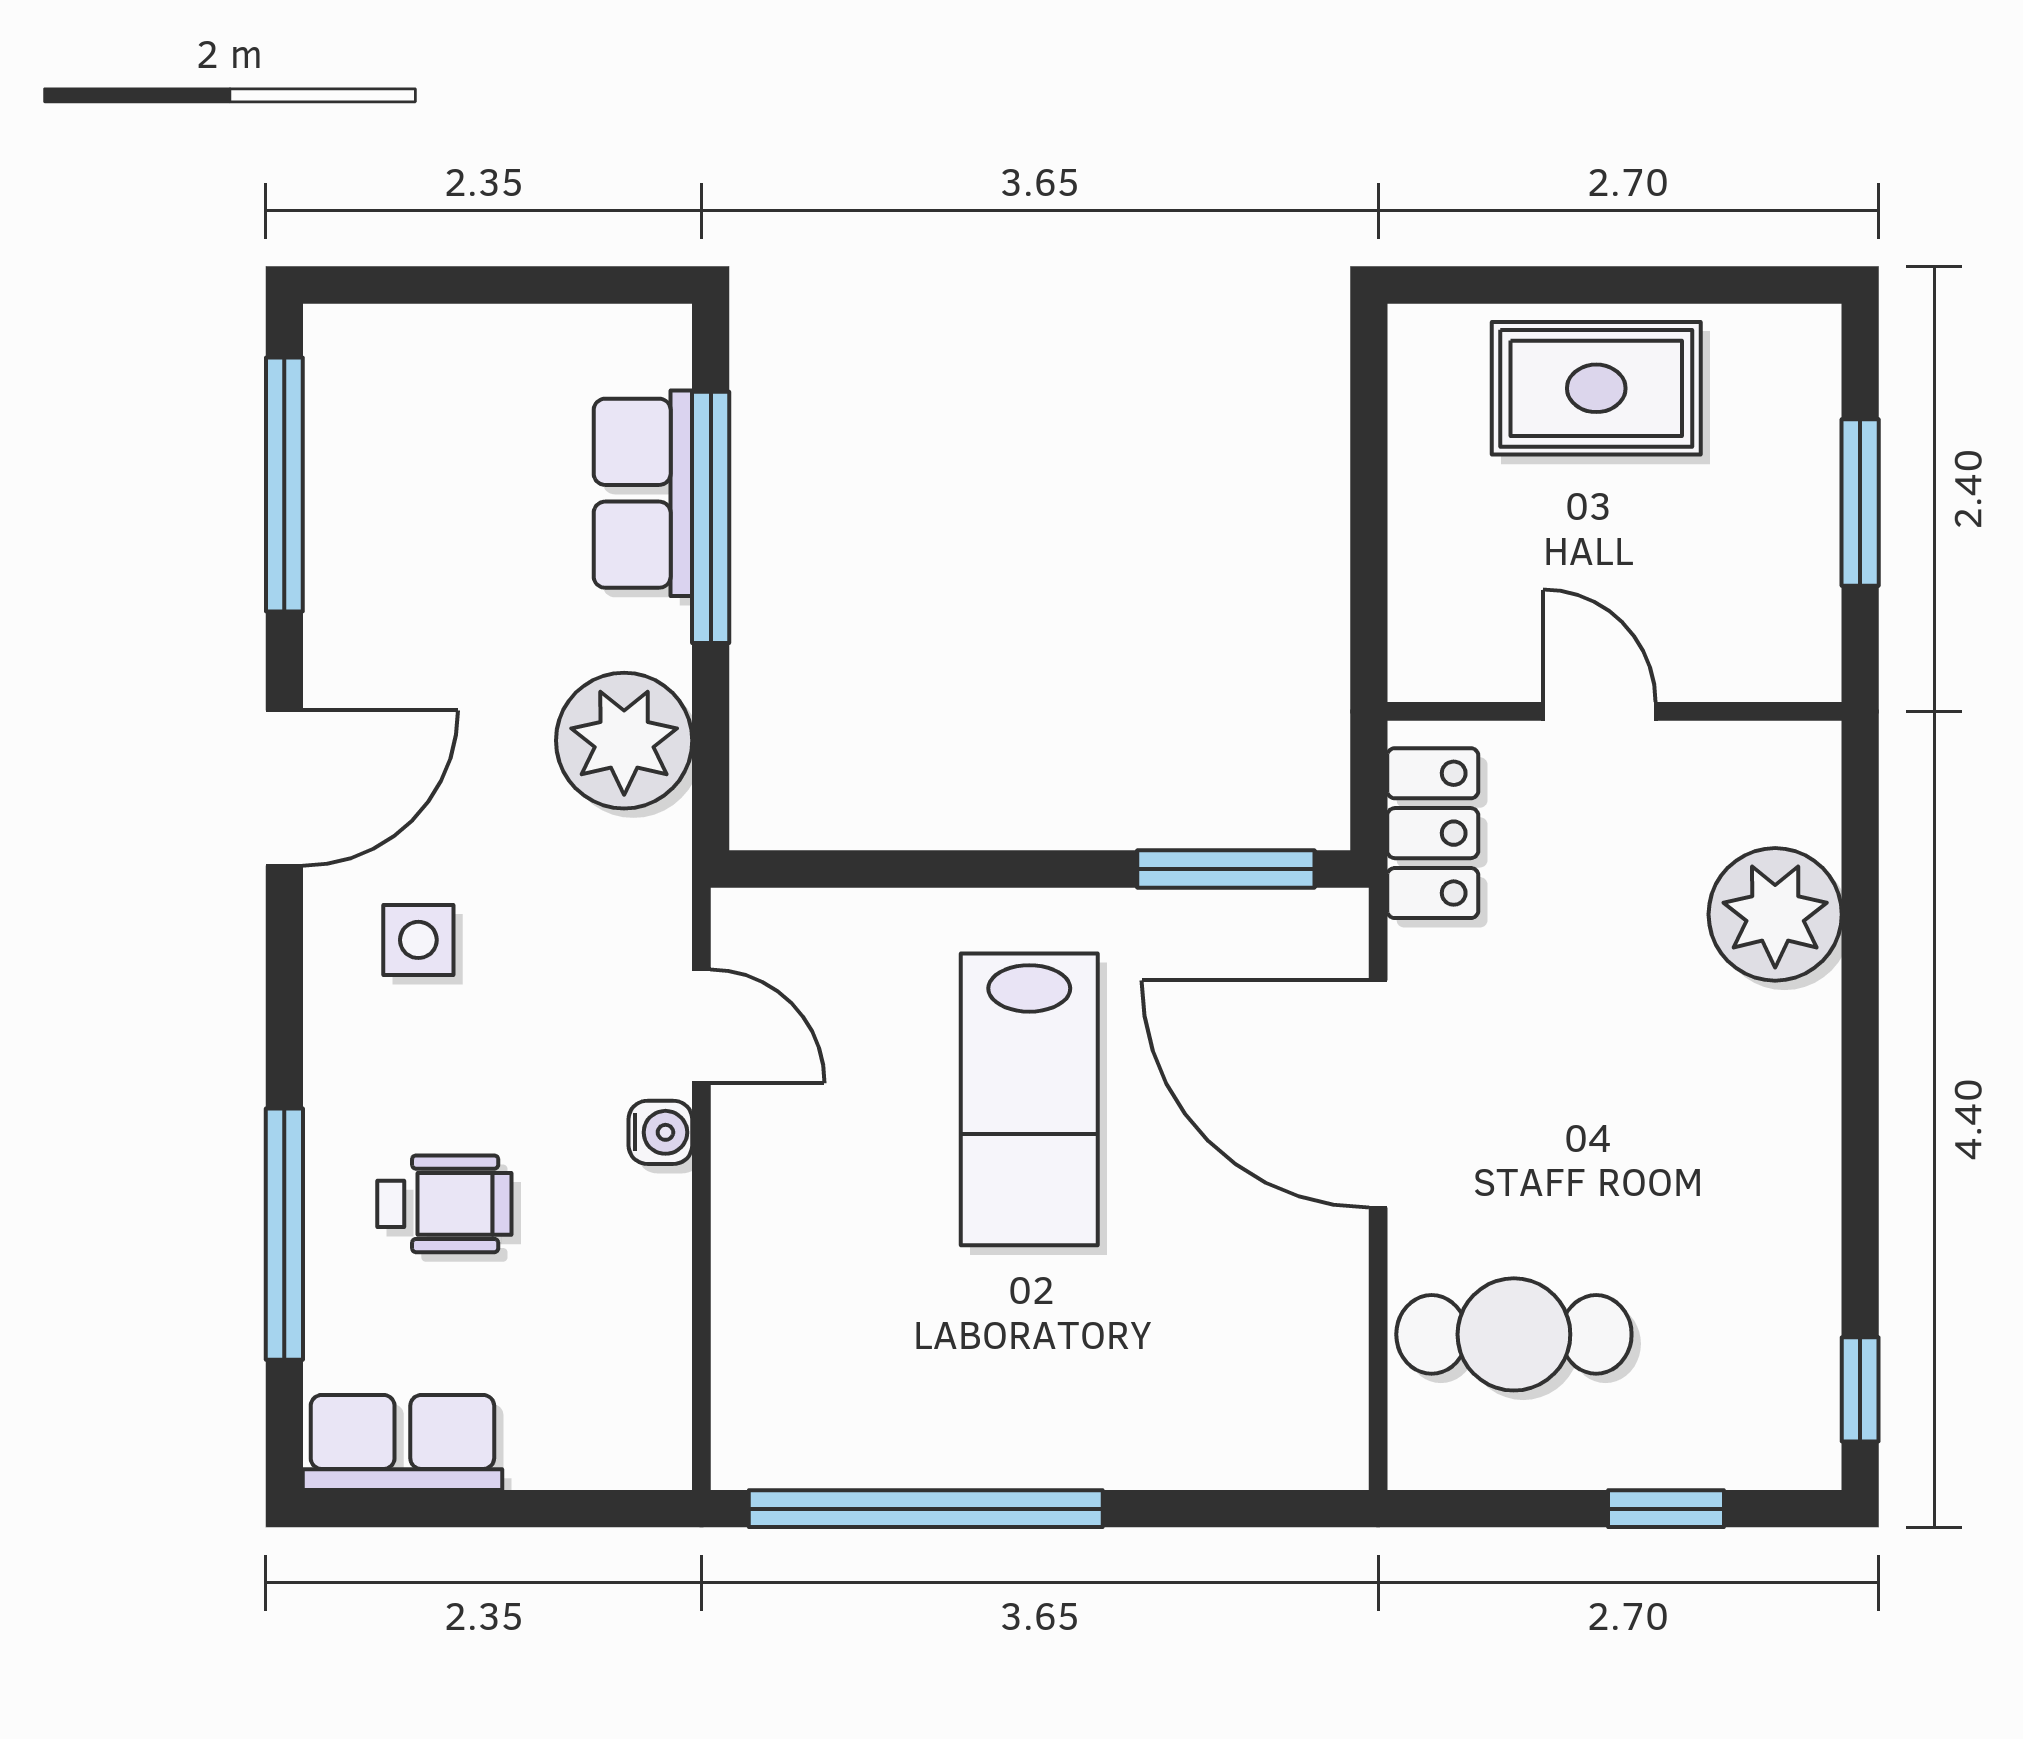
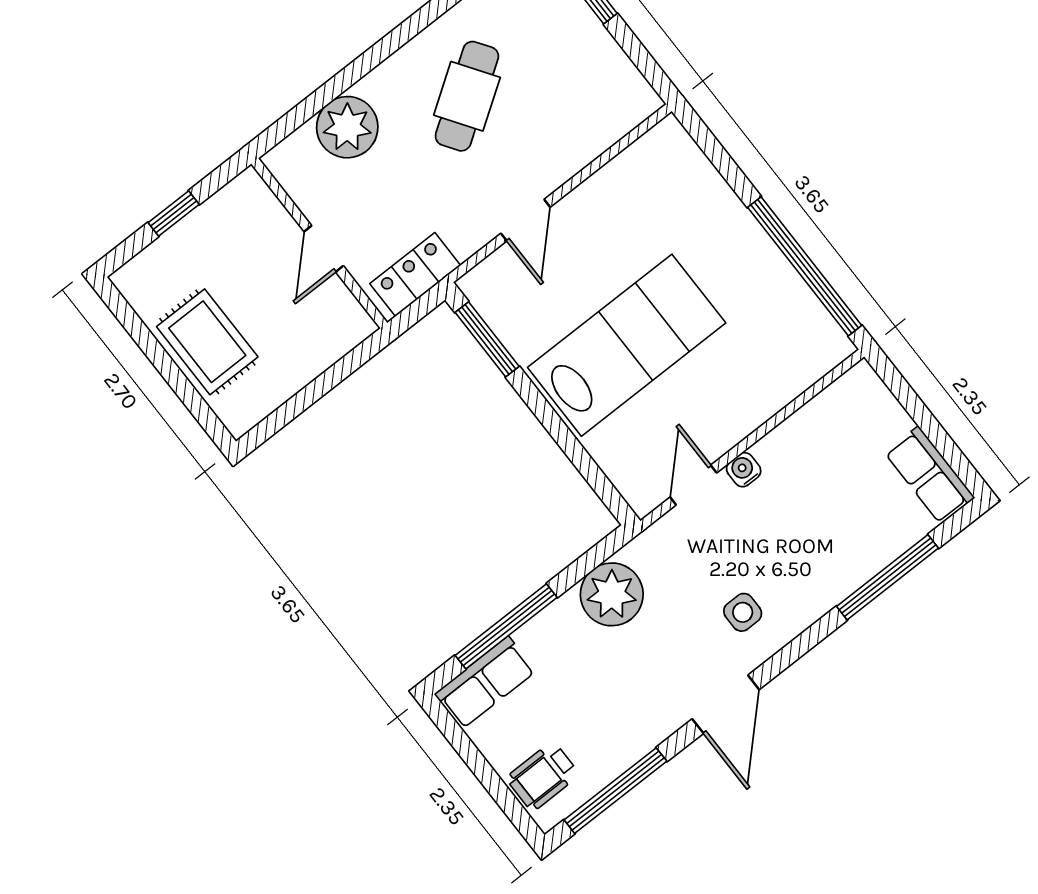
row of seats: (643, 493) -> (485, 683), moved
window: (1860, 502) -> (174, 214), width x0.67
door: (284, 788) -> (726, 704), swing flipped
door: (1378, 1094) -> (525, 220), width x0.53
lab bench: (1029, 1099) -> (627, 345), width x1.36, depth x1.39
wheelchair: (444, 1204) -> (543, 776), moved, turned -90
cafe table: (1514, 1334) -> (467, 96), moved, turned 56

